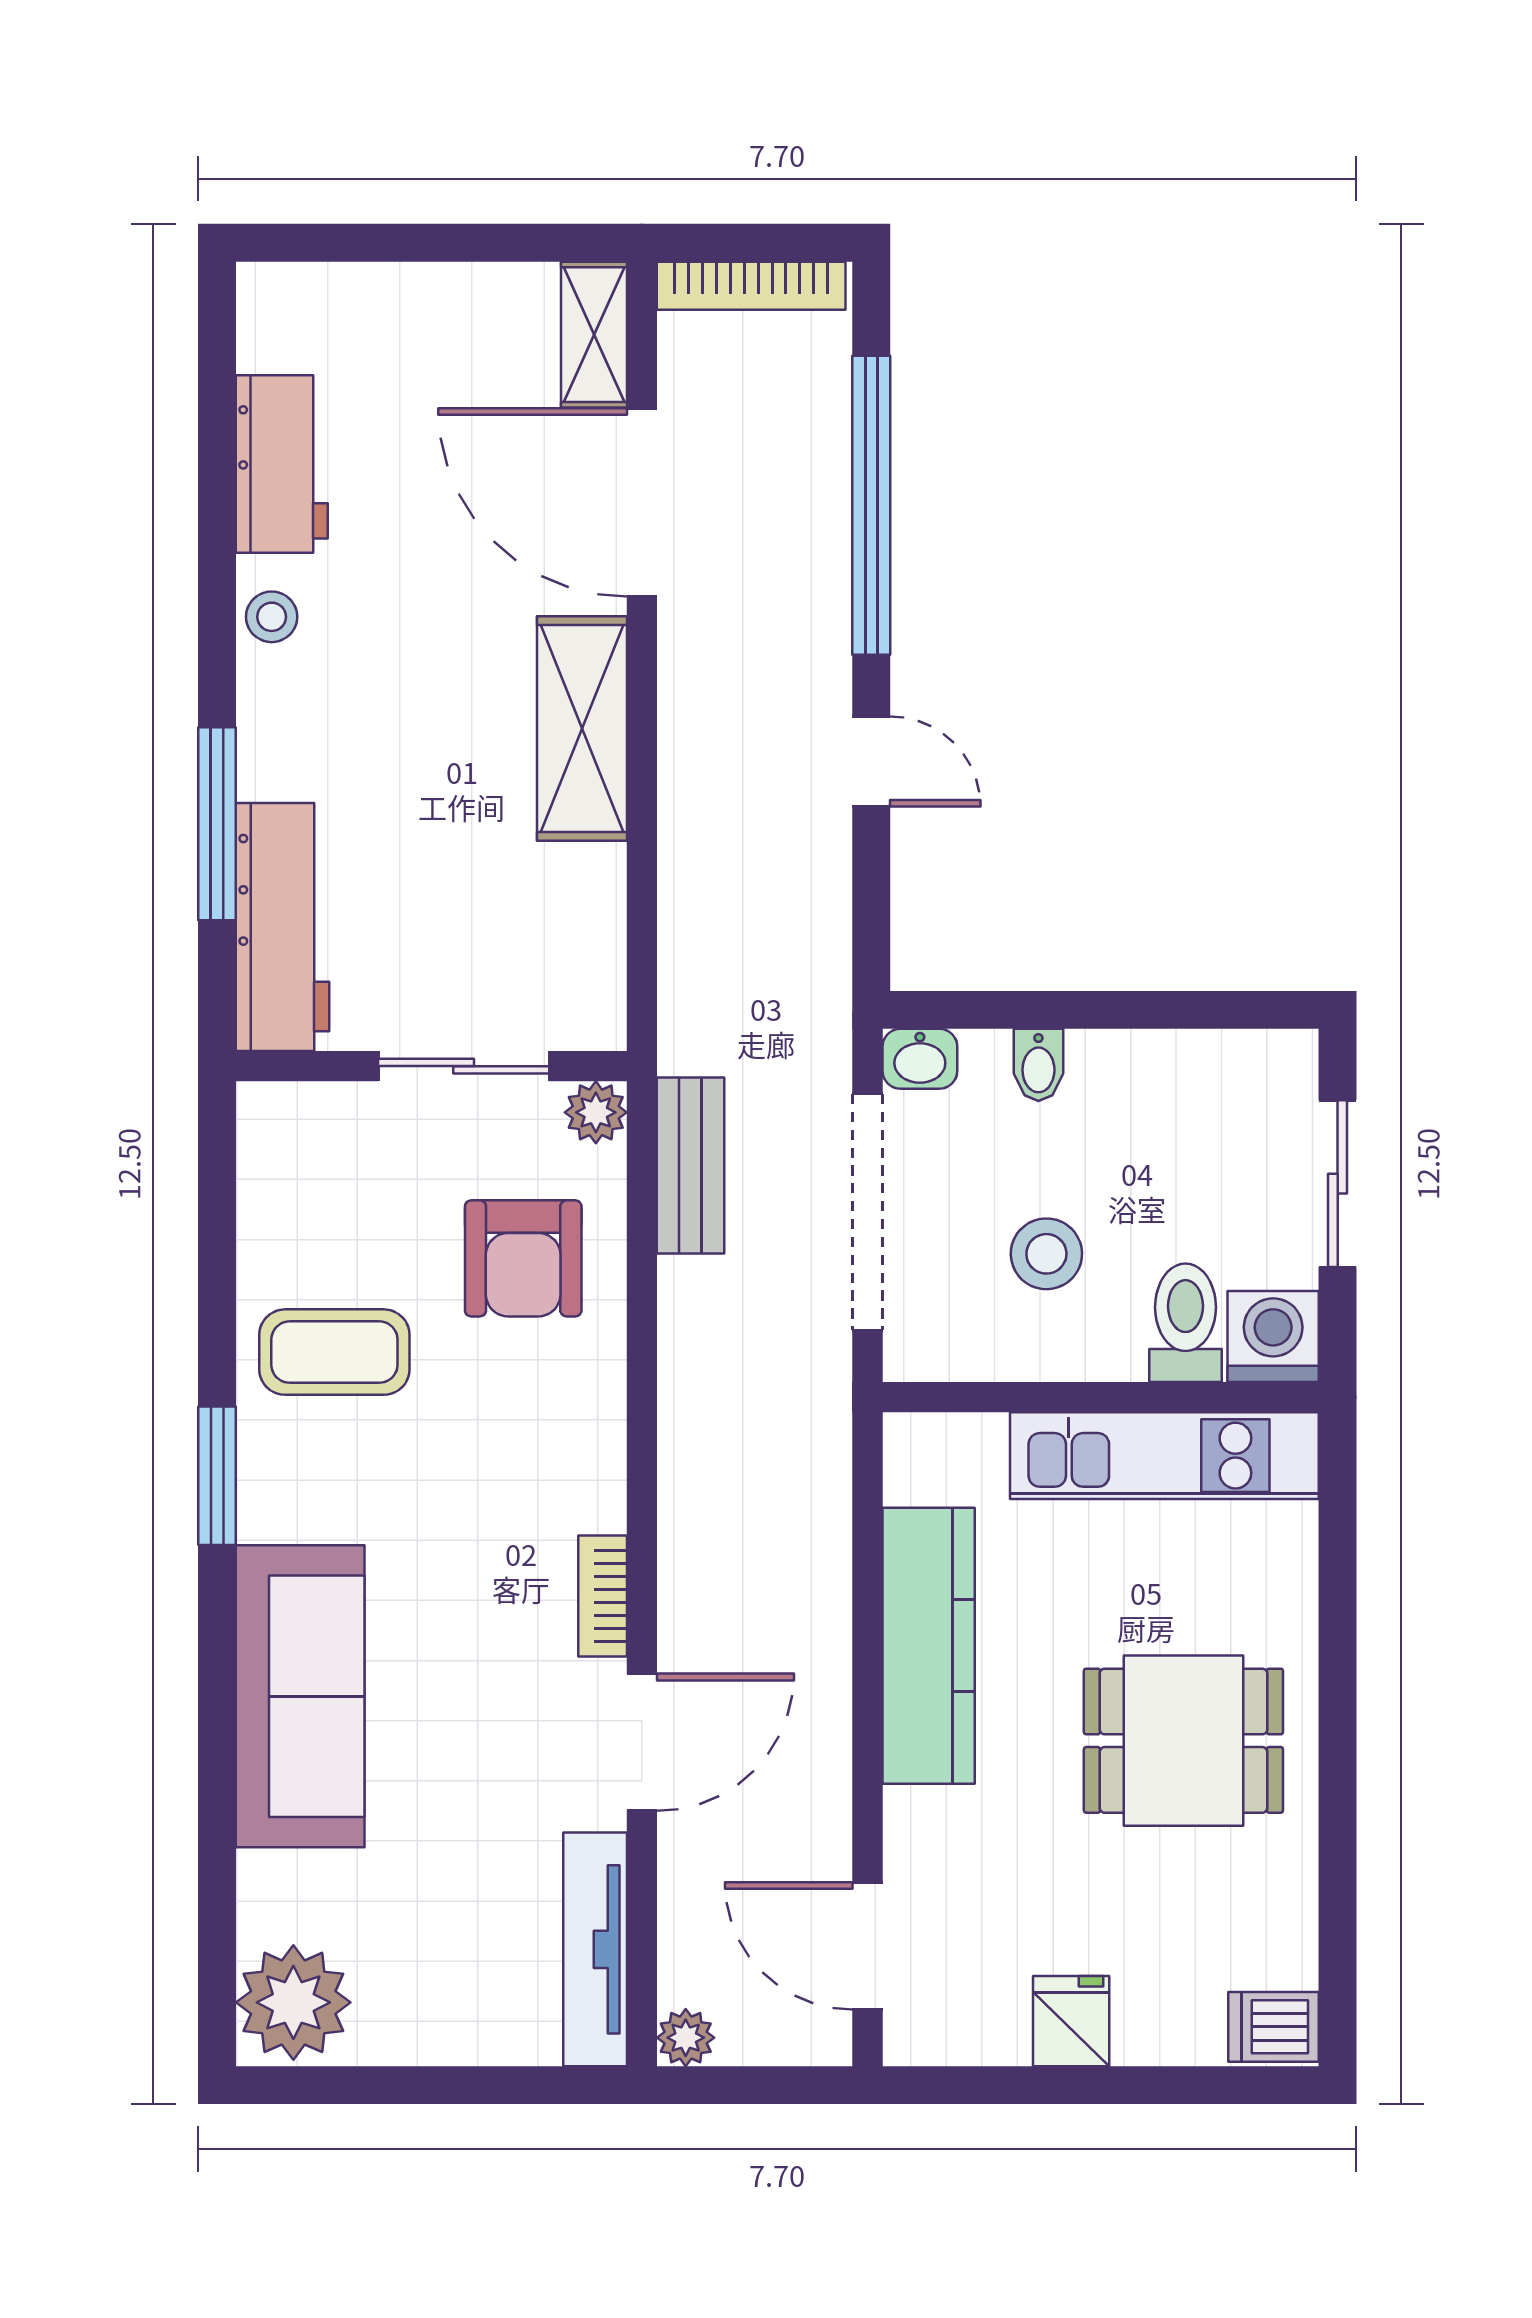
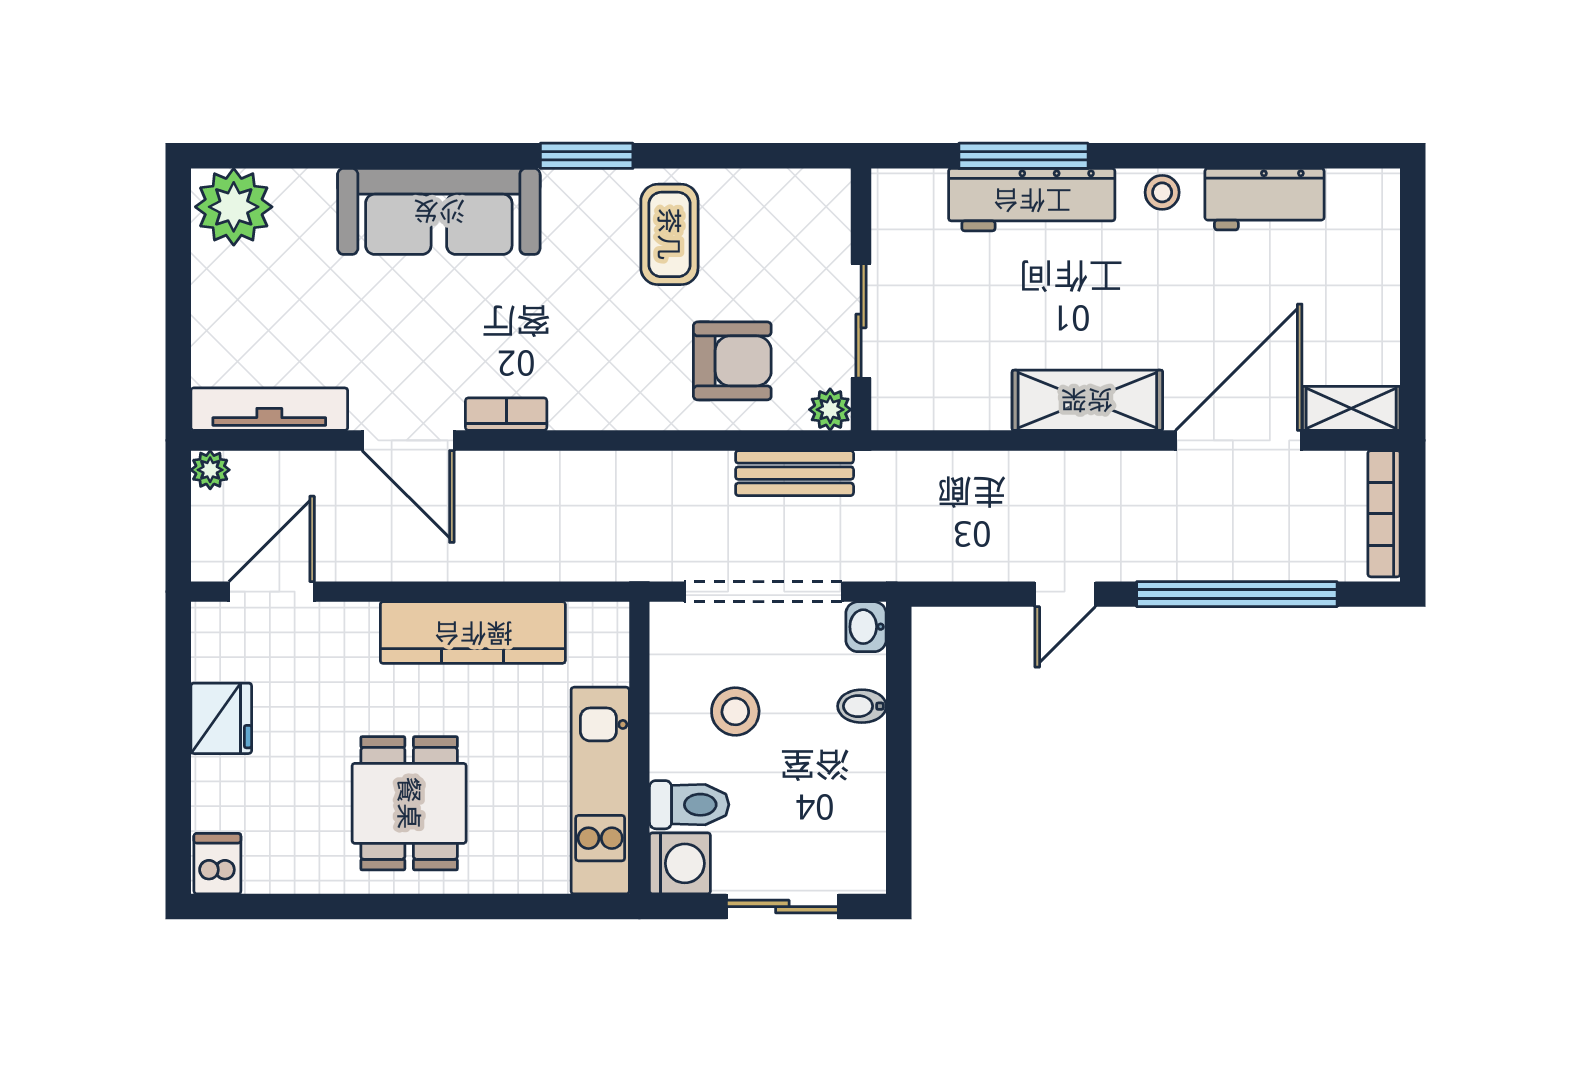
workbench: (282, 927) -> (1032, 200), moved
armchair: (523, 1258) -> (732, 361), turned 180
fridge: (1071, 2021) -> (221, 718), width x1.38

